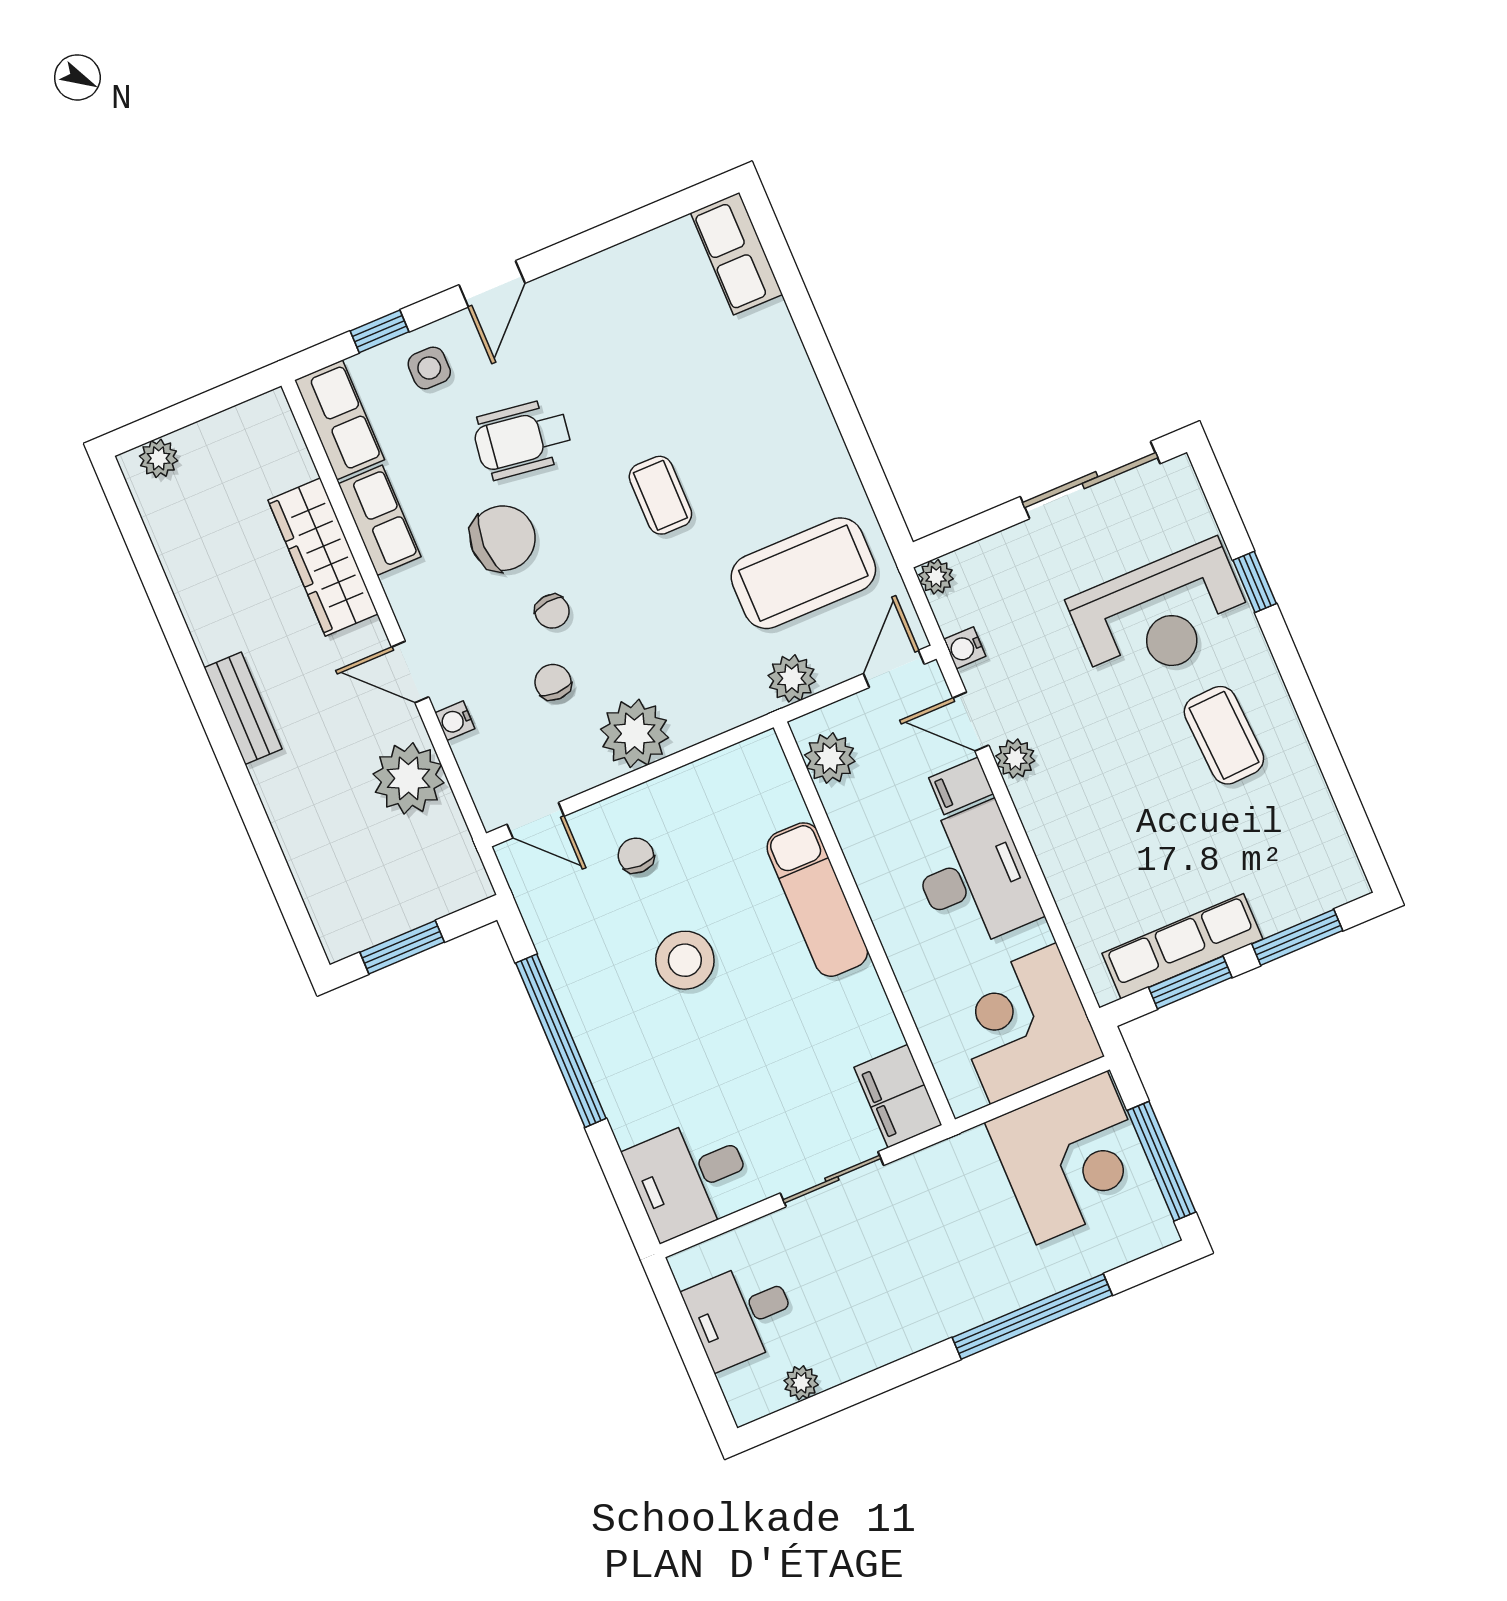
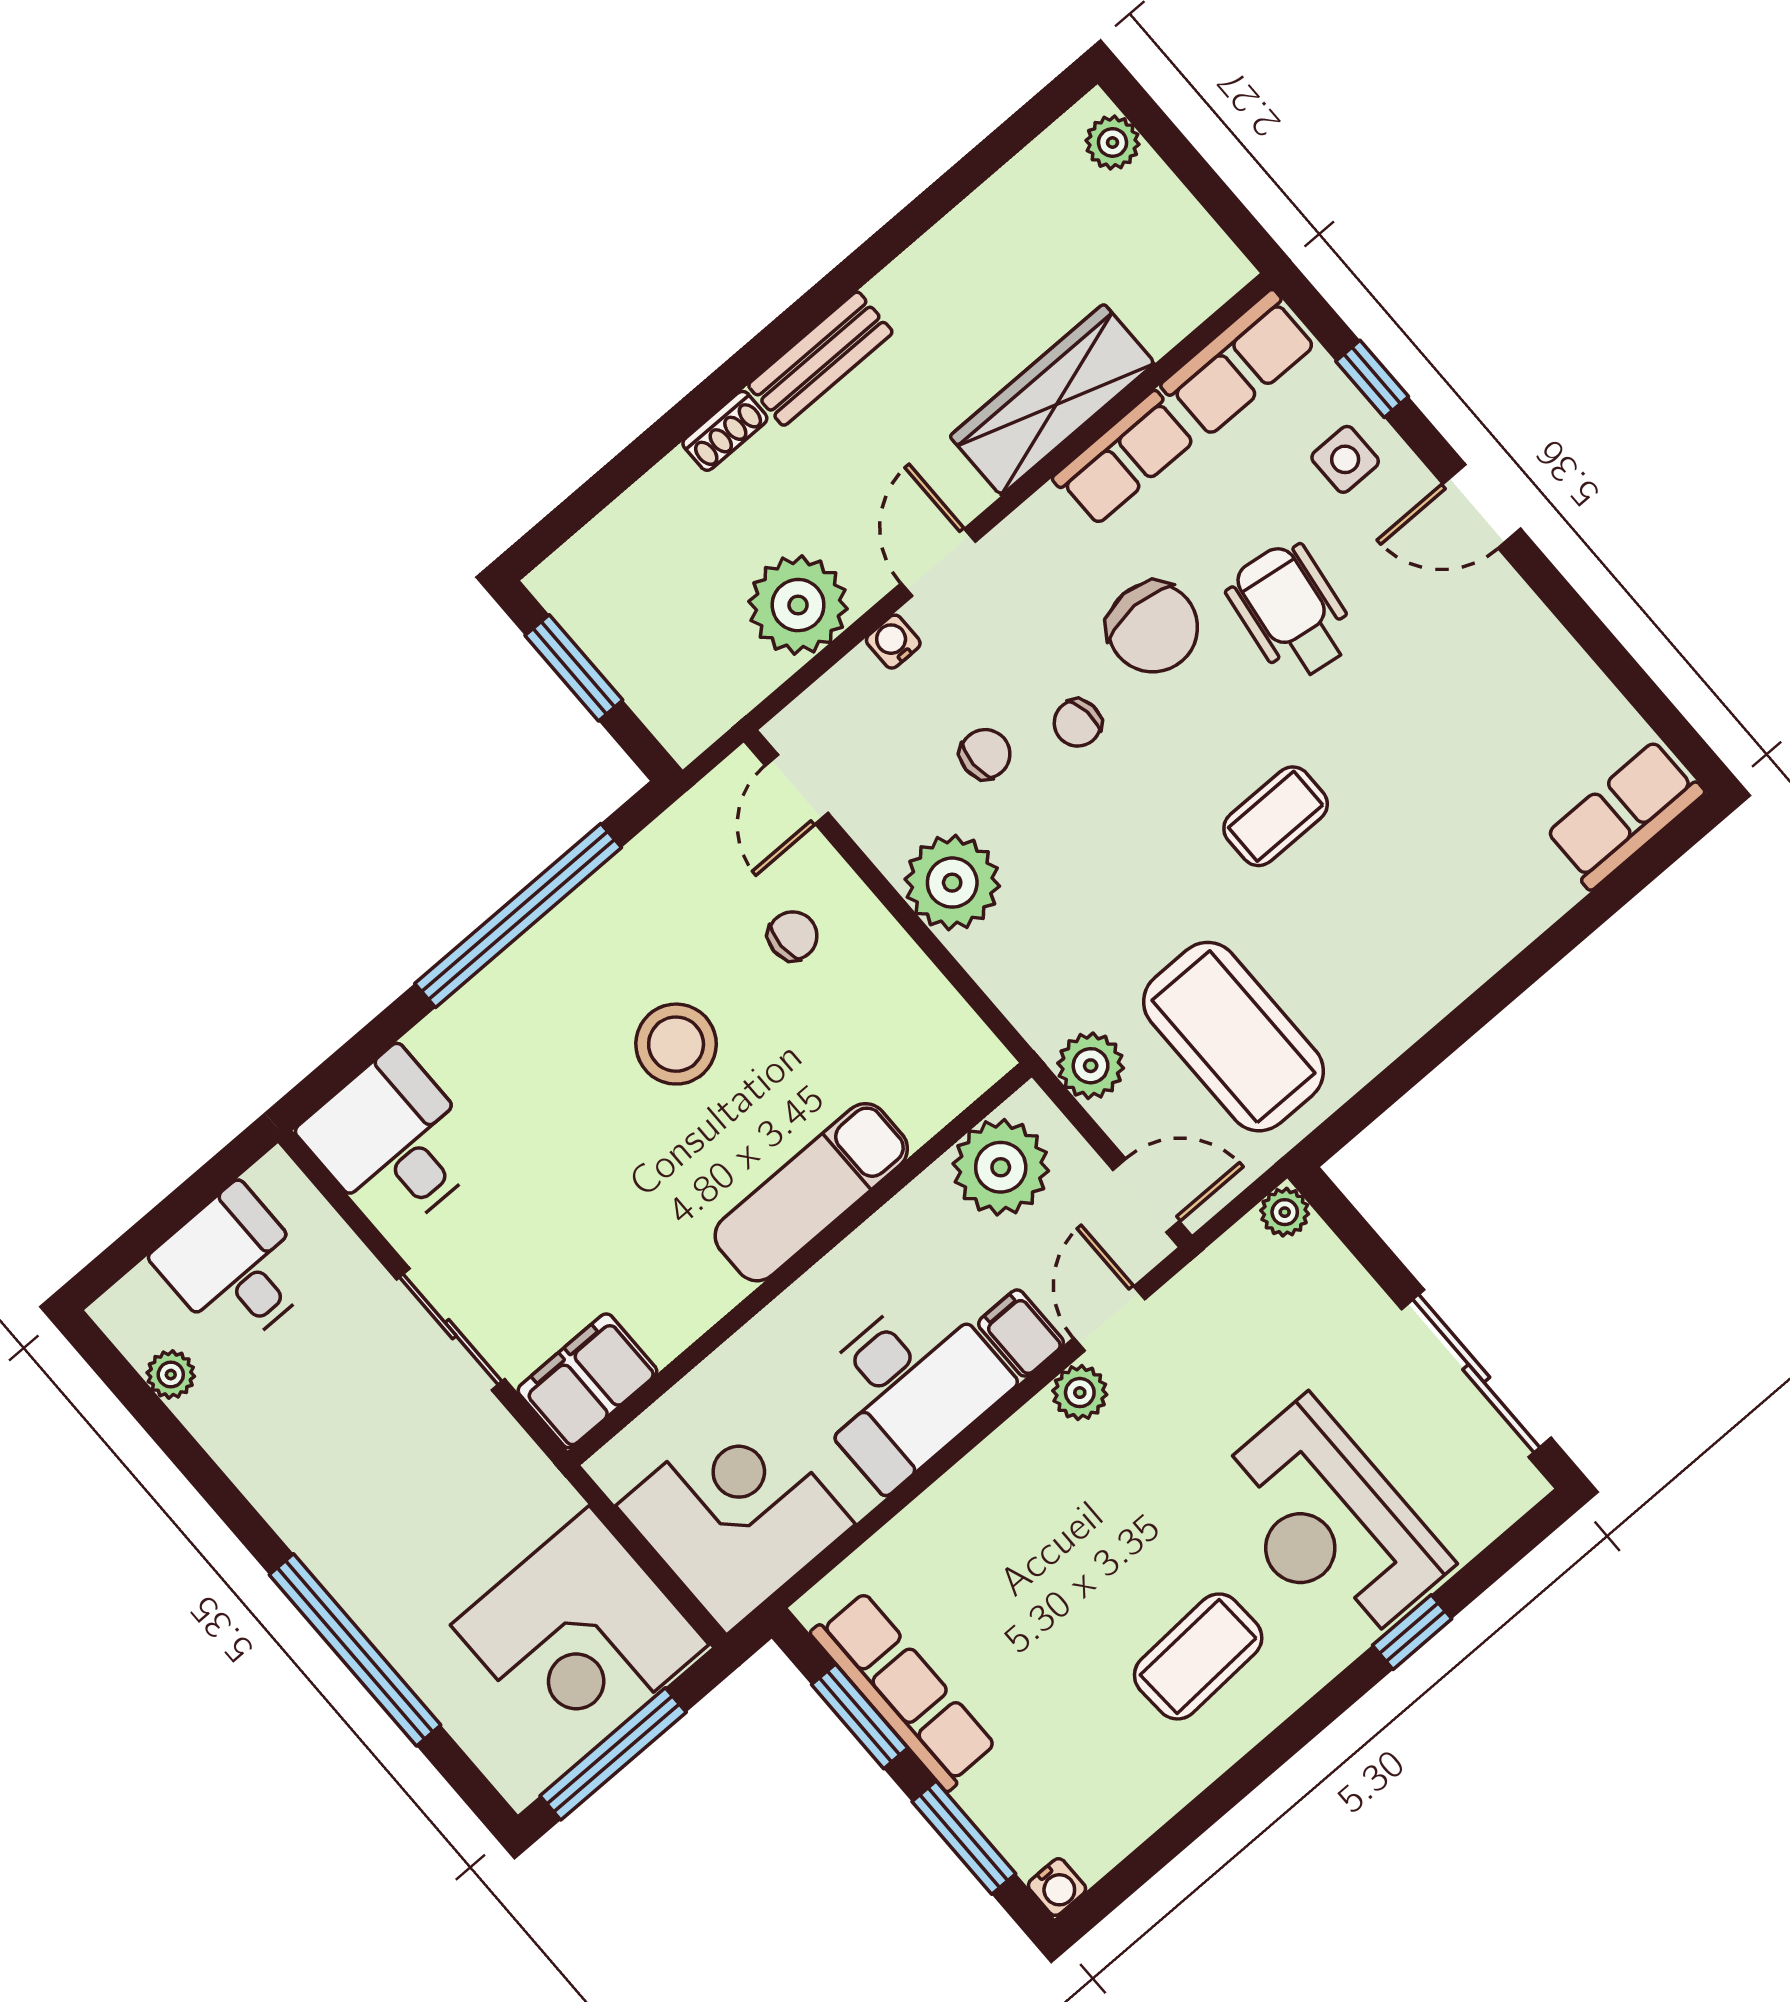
water cooler: (965, 648) -> (1057, 1887), moved, turned 180
plant: (830, 758) -> (1001, 1167), width x1.36, depth x1.36
shoe rack: (272, 790) -> (725, 431), added

